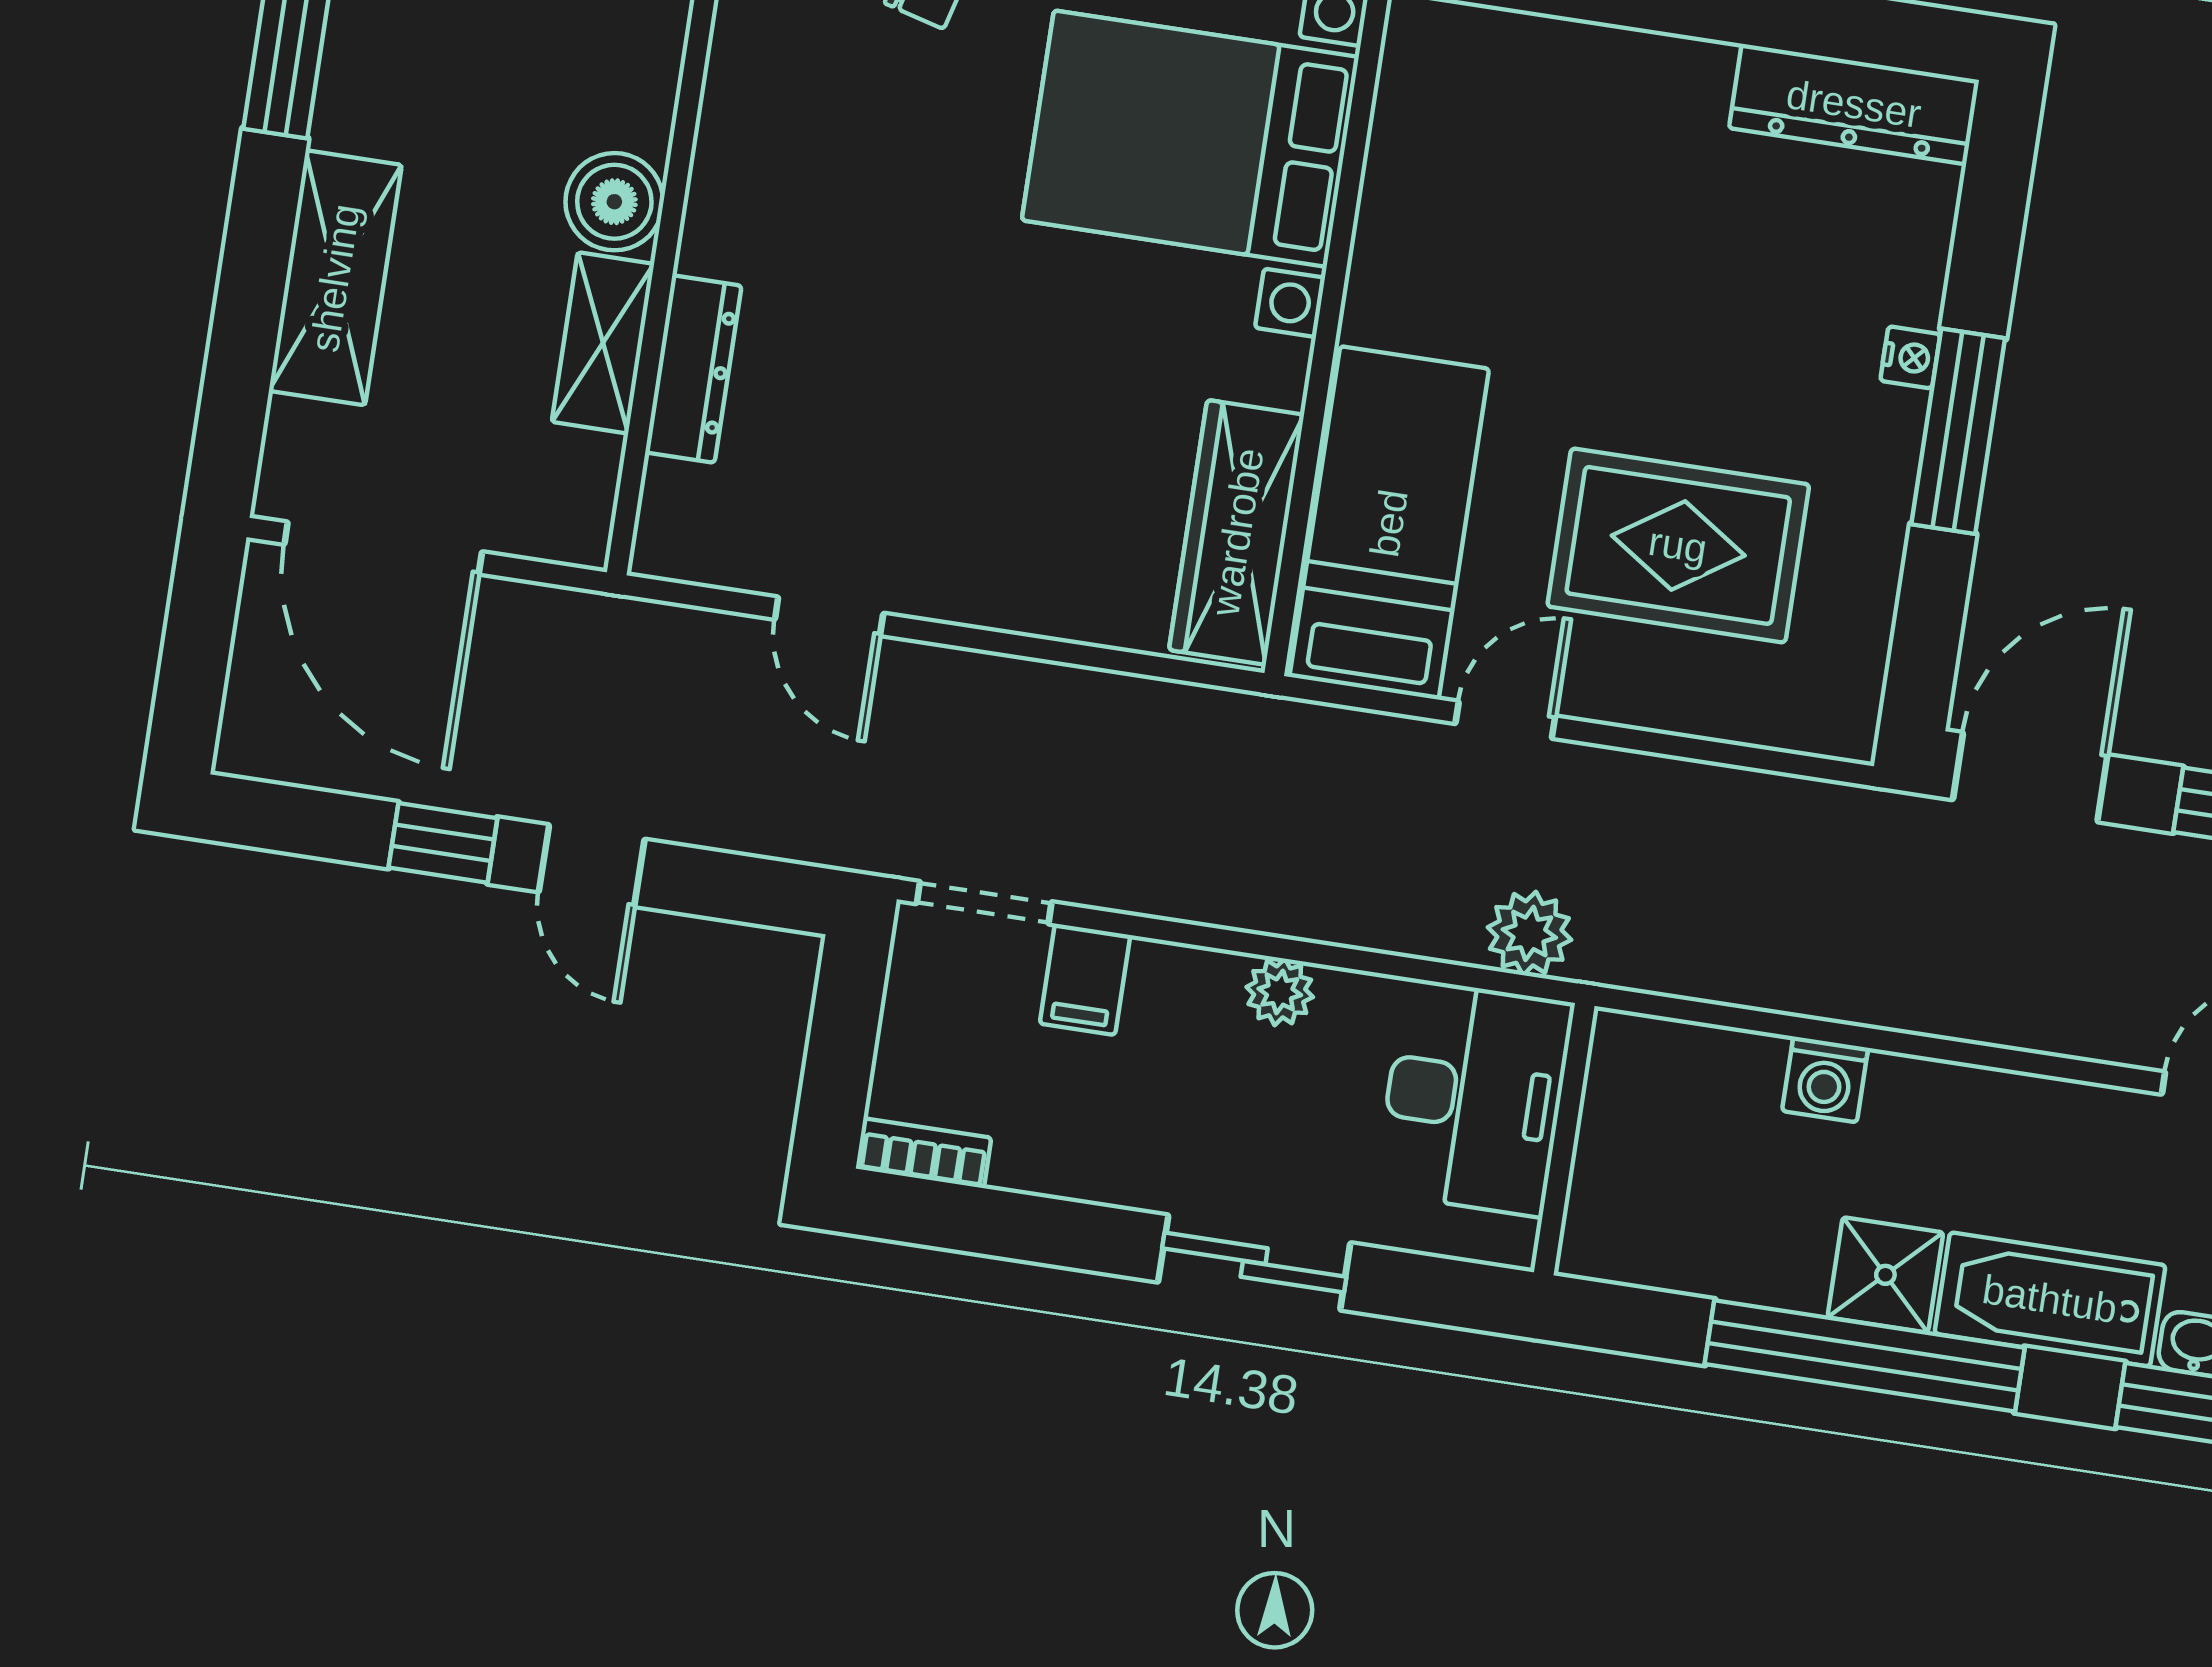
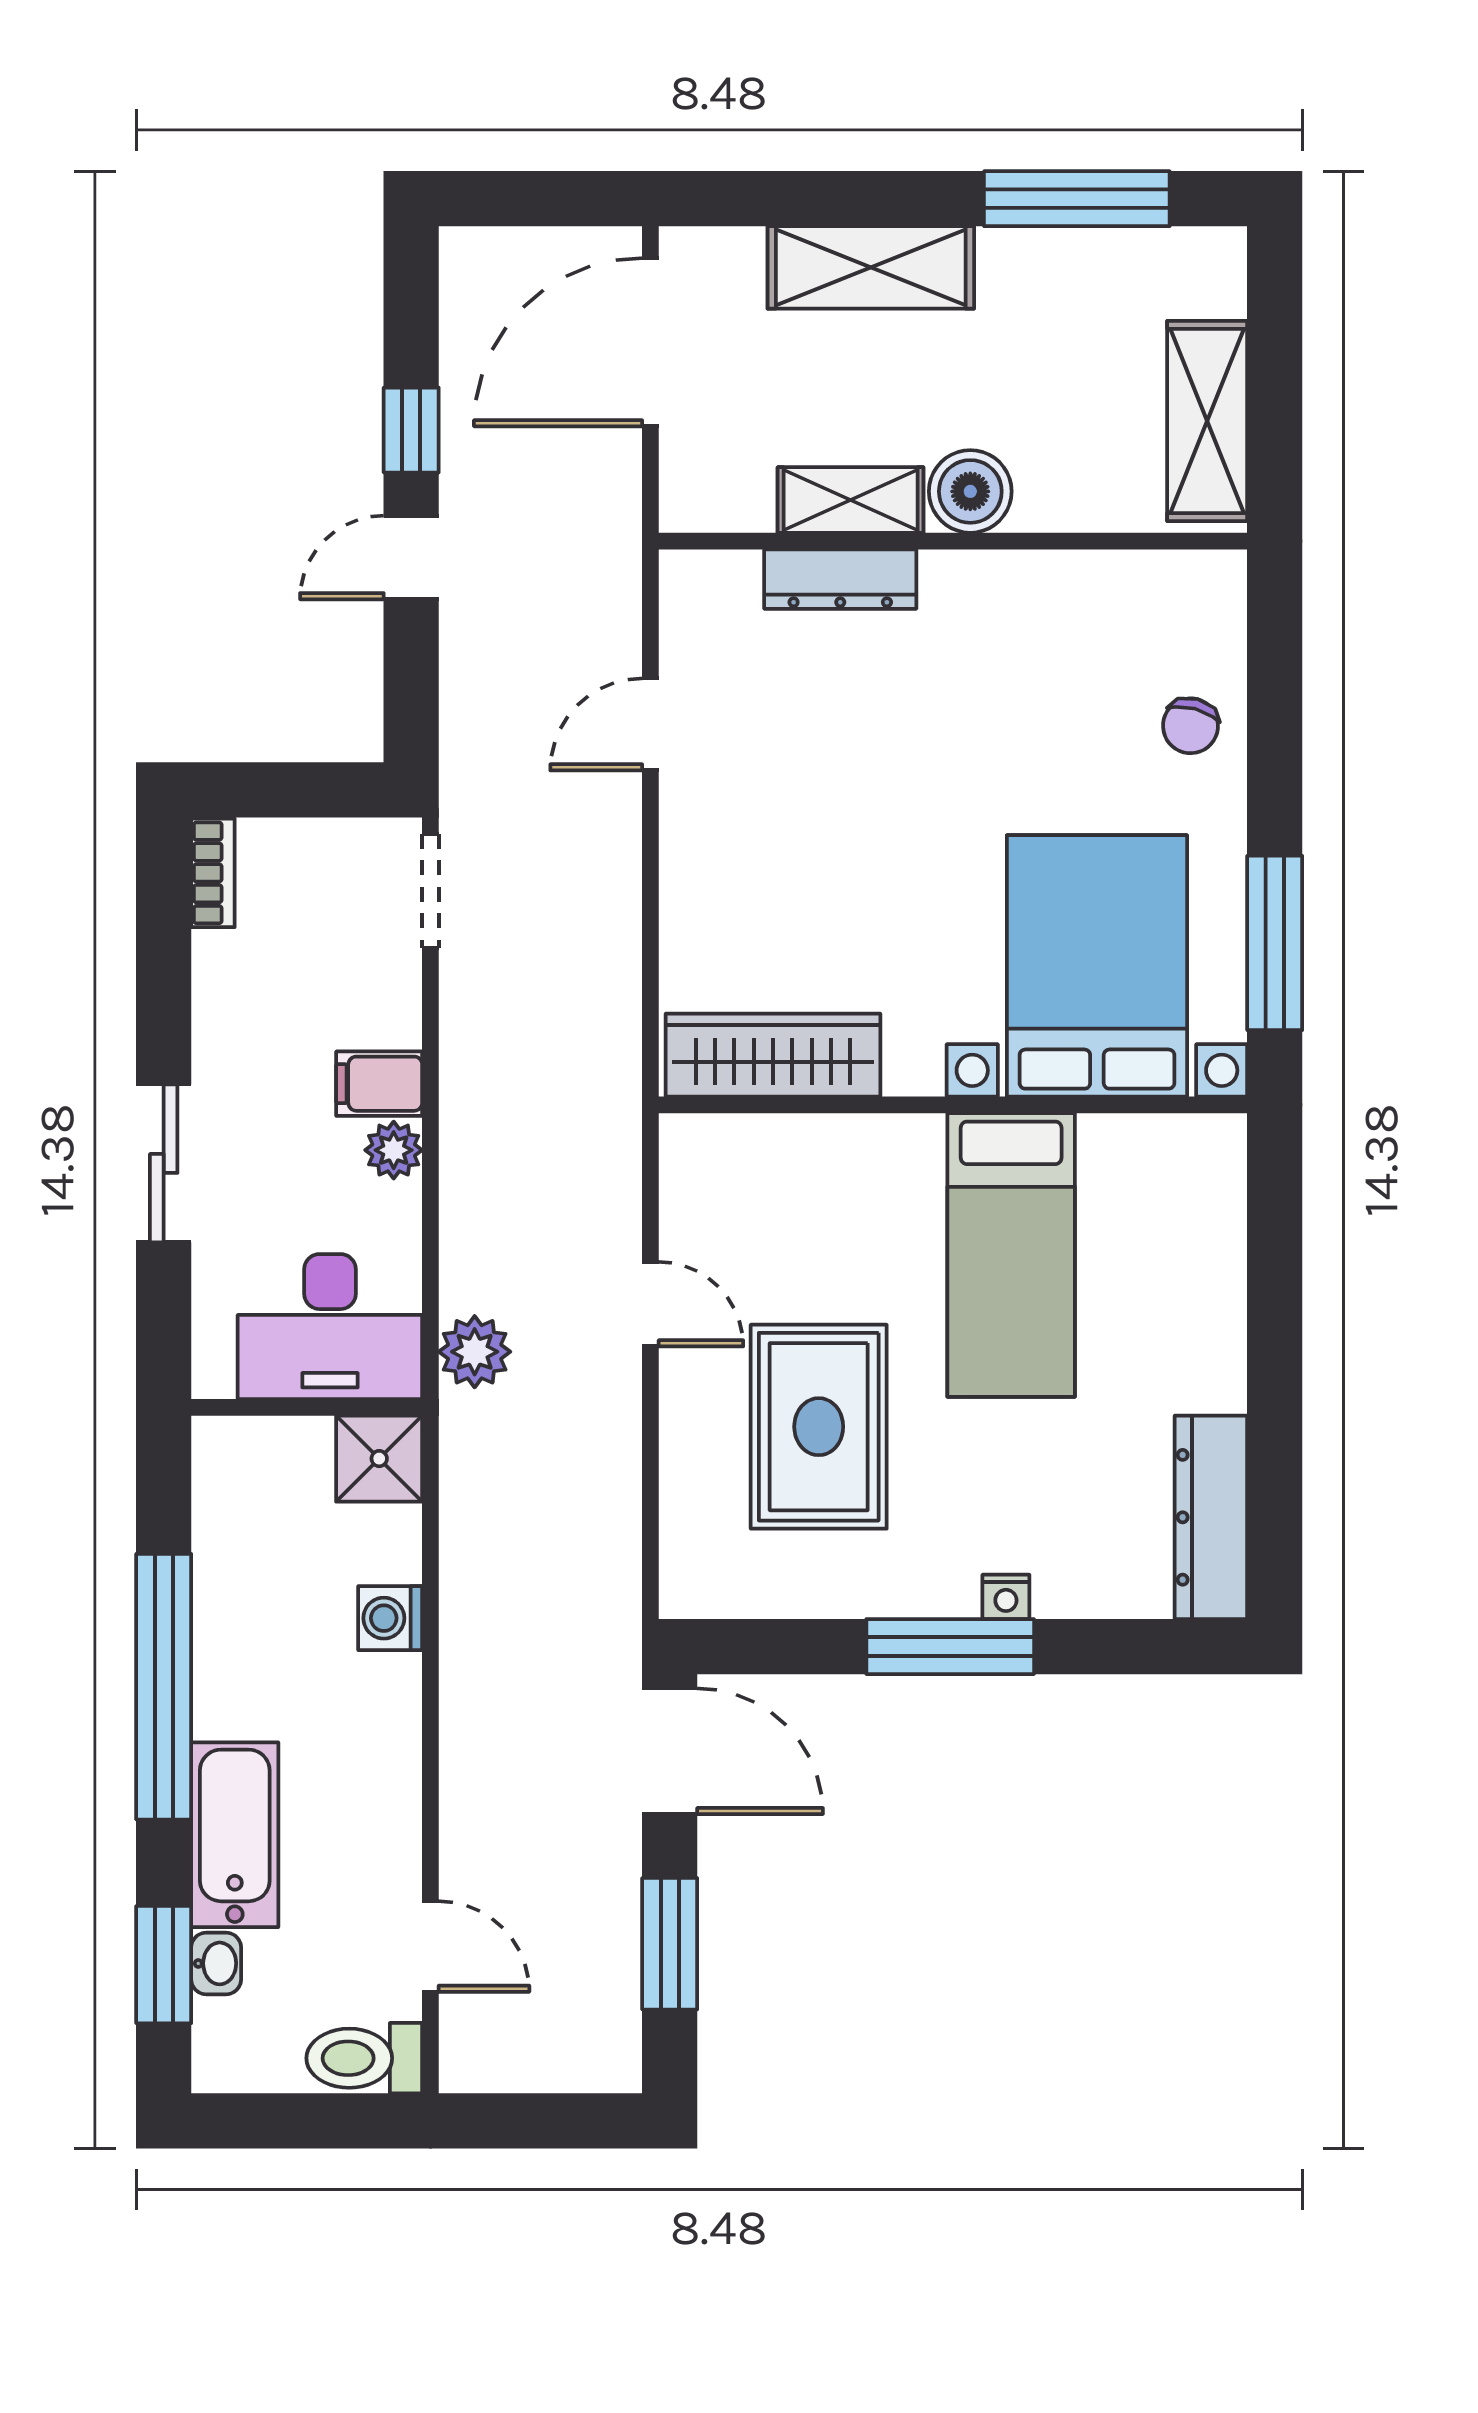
bed: (1389, 523) -> (1011, 1255), moved, turned 90
filing cabinet: (1085, 979) -> (379, 1084), moved
shower: (1885, 1275) -> (379, 1459), moved

